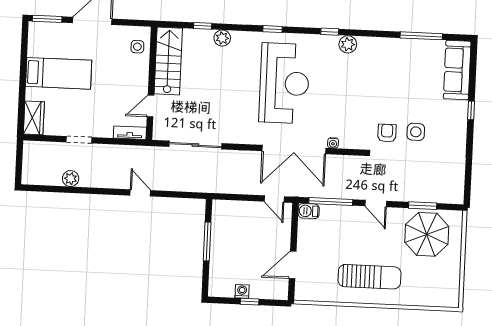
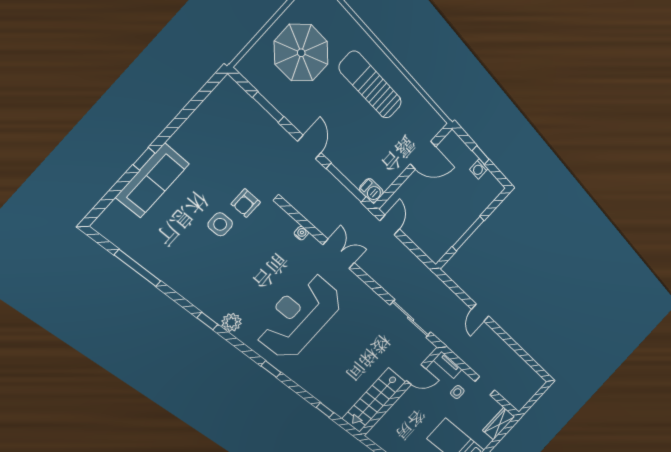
window: (330, 32) -> (207, 321), moved
plant: (222, 38) -> (318, 390), removed
plant: (348, 44) -> (231, 322), moved
side table: (137, 47) -> (457, 392), moved
sofa: (457, 70) -> (152, 181), moved
side table: (416, 132) -> (220, 224), moved
double door: (294, 150) -> (339, 254), width x0.54
plant: (71, 179) -> (515, 361), removed
parasol: (427, 234) -> (301, 53), moved

